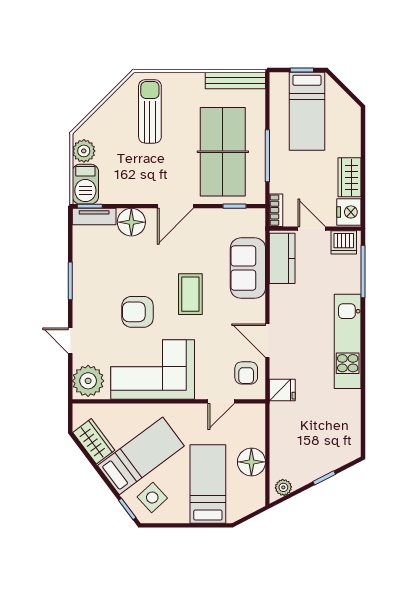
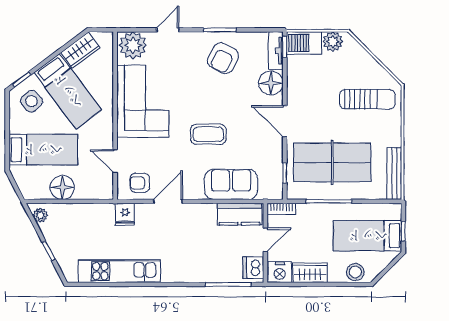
stool: (349, 125) -> (355, 272), added
armchair: (138, 312) -> (223, 58), moved, turned -152
kitchen unit: (348, 341) -> (119, 271), moved

